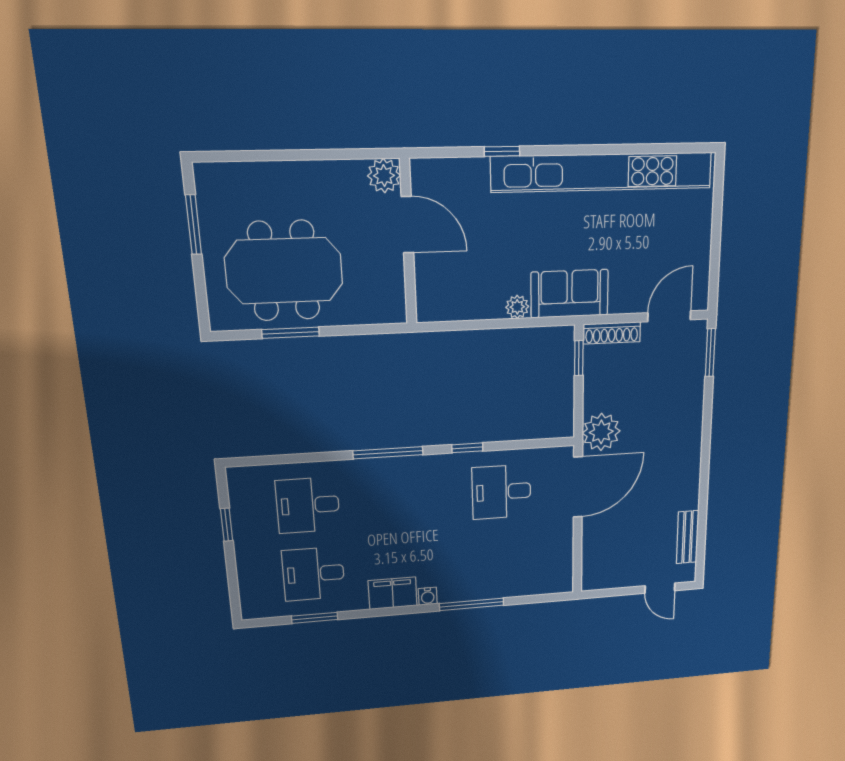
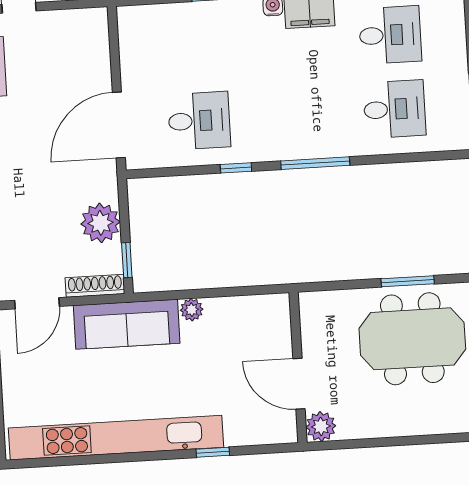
sofa: (570, 294) -> (127, 324), width x1.36
plant: (601, 432) -> (100, 223), moved

